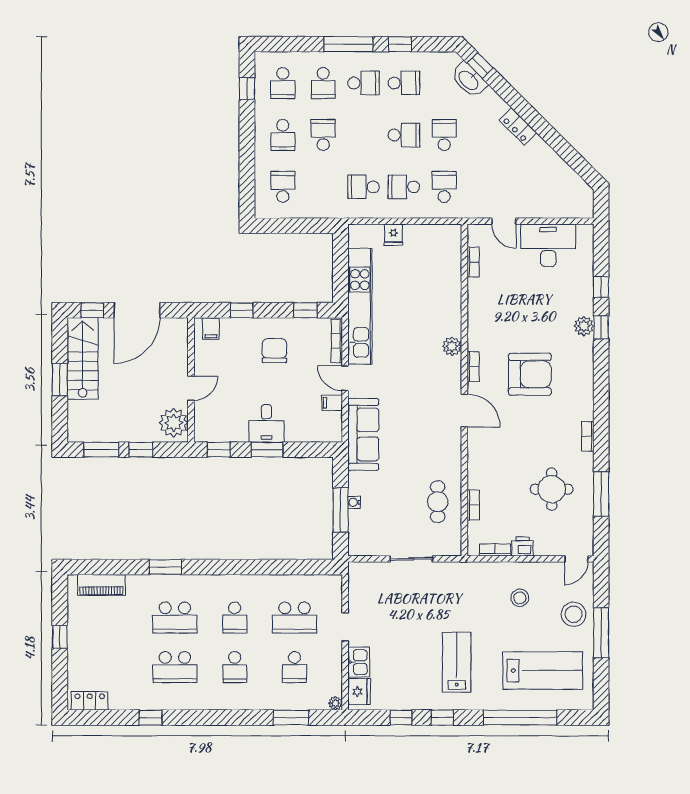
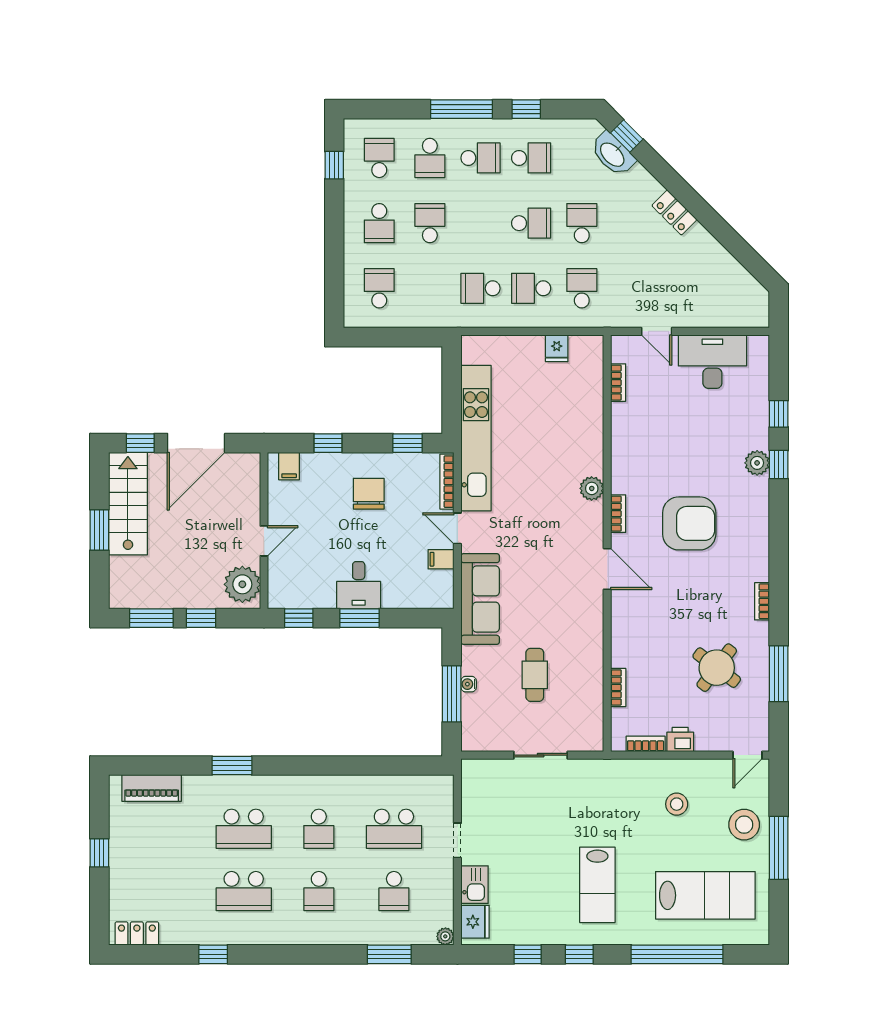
school desk: (283, 83) -> (379, 158), turned 180
fridge: (393, 235) -> (557, 348), moved
round table: (552, 489) -> (717, 668), turned 37
cafe table: (438, 502) -> (535, 675), moved
lab bench: (457, 662) -> (597, 885), turned 180

